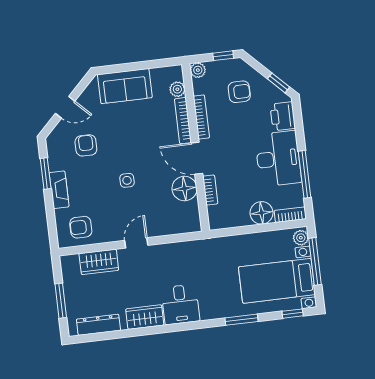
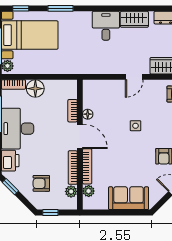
plant: (198, 70) -> (71, 191), moved
floor lamp: (184, 189) -> (88, 114), width x0.53, depth x0.53

